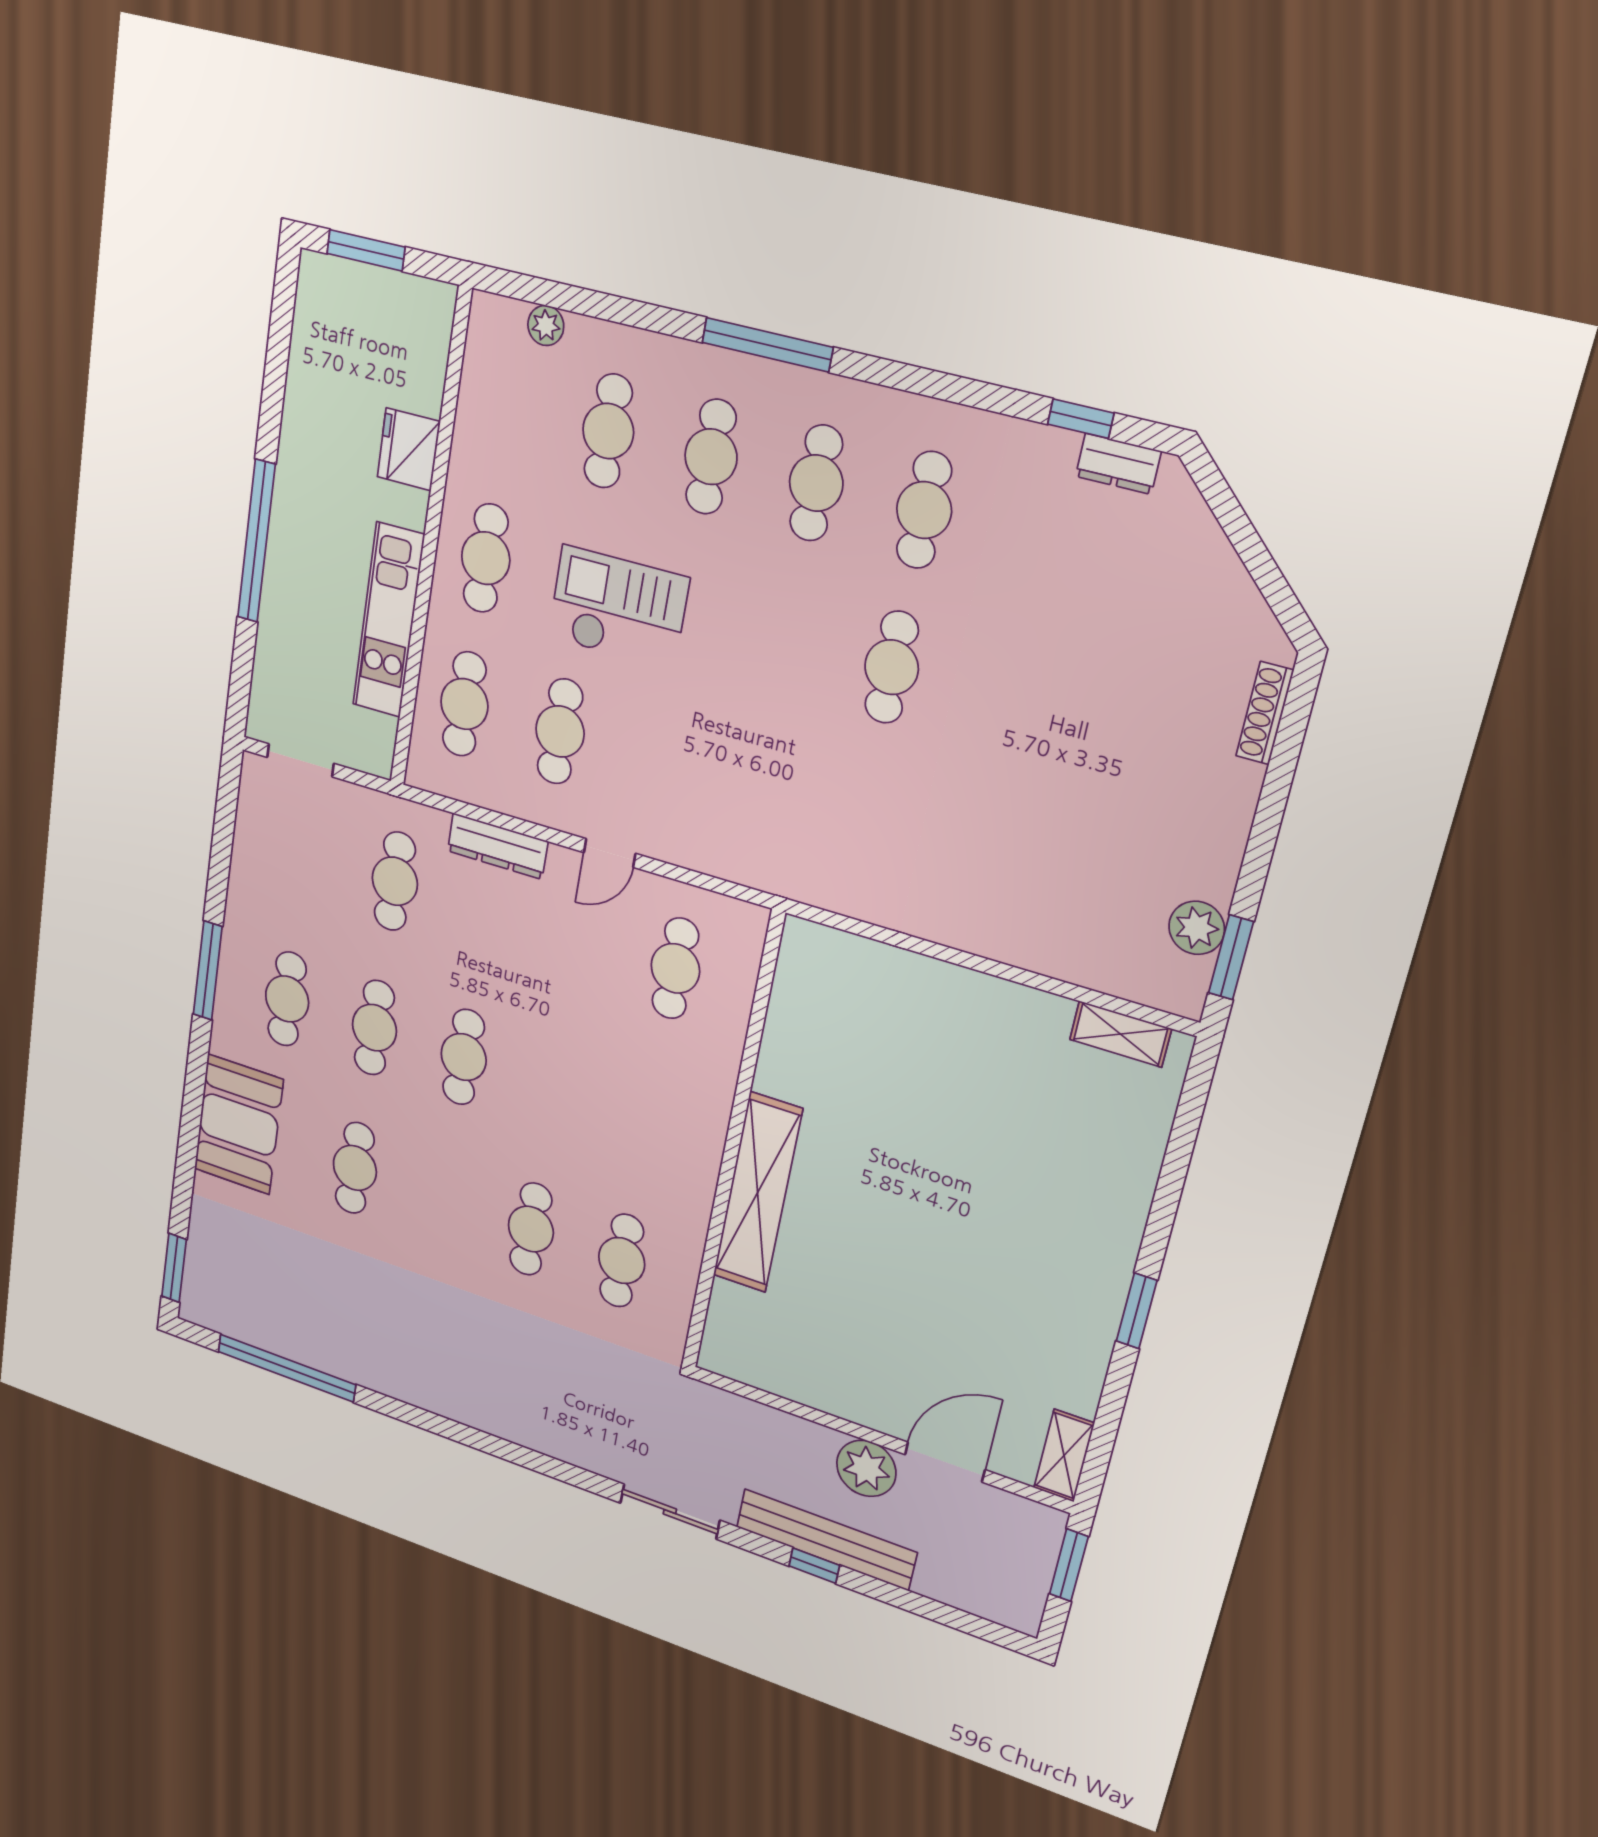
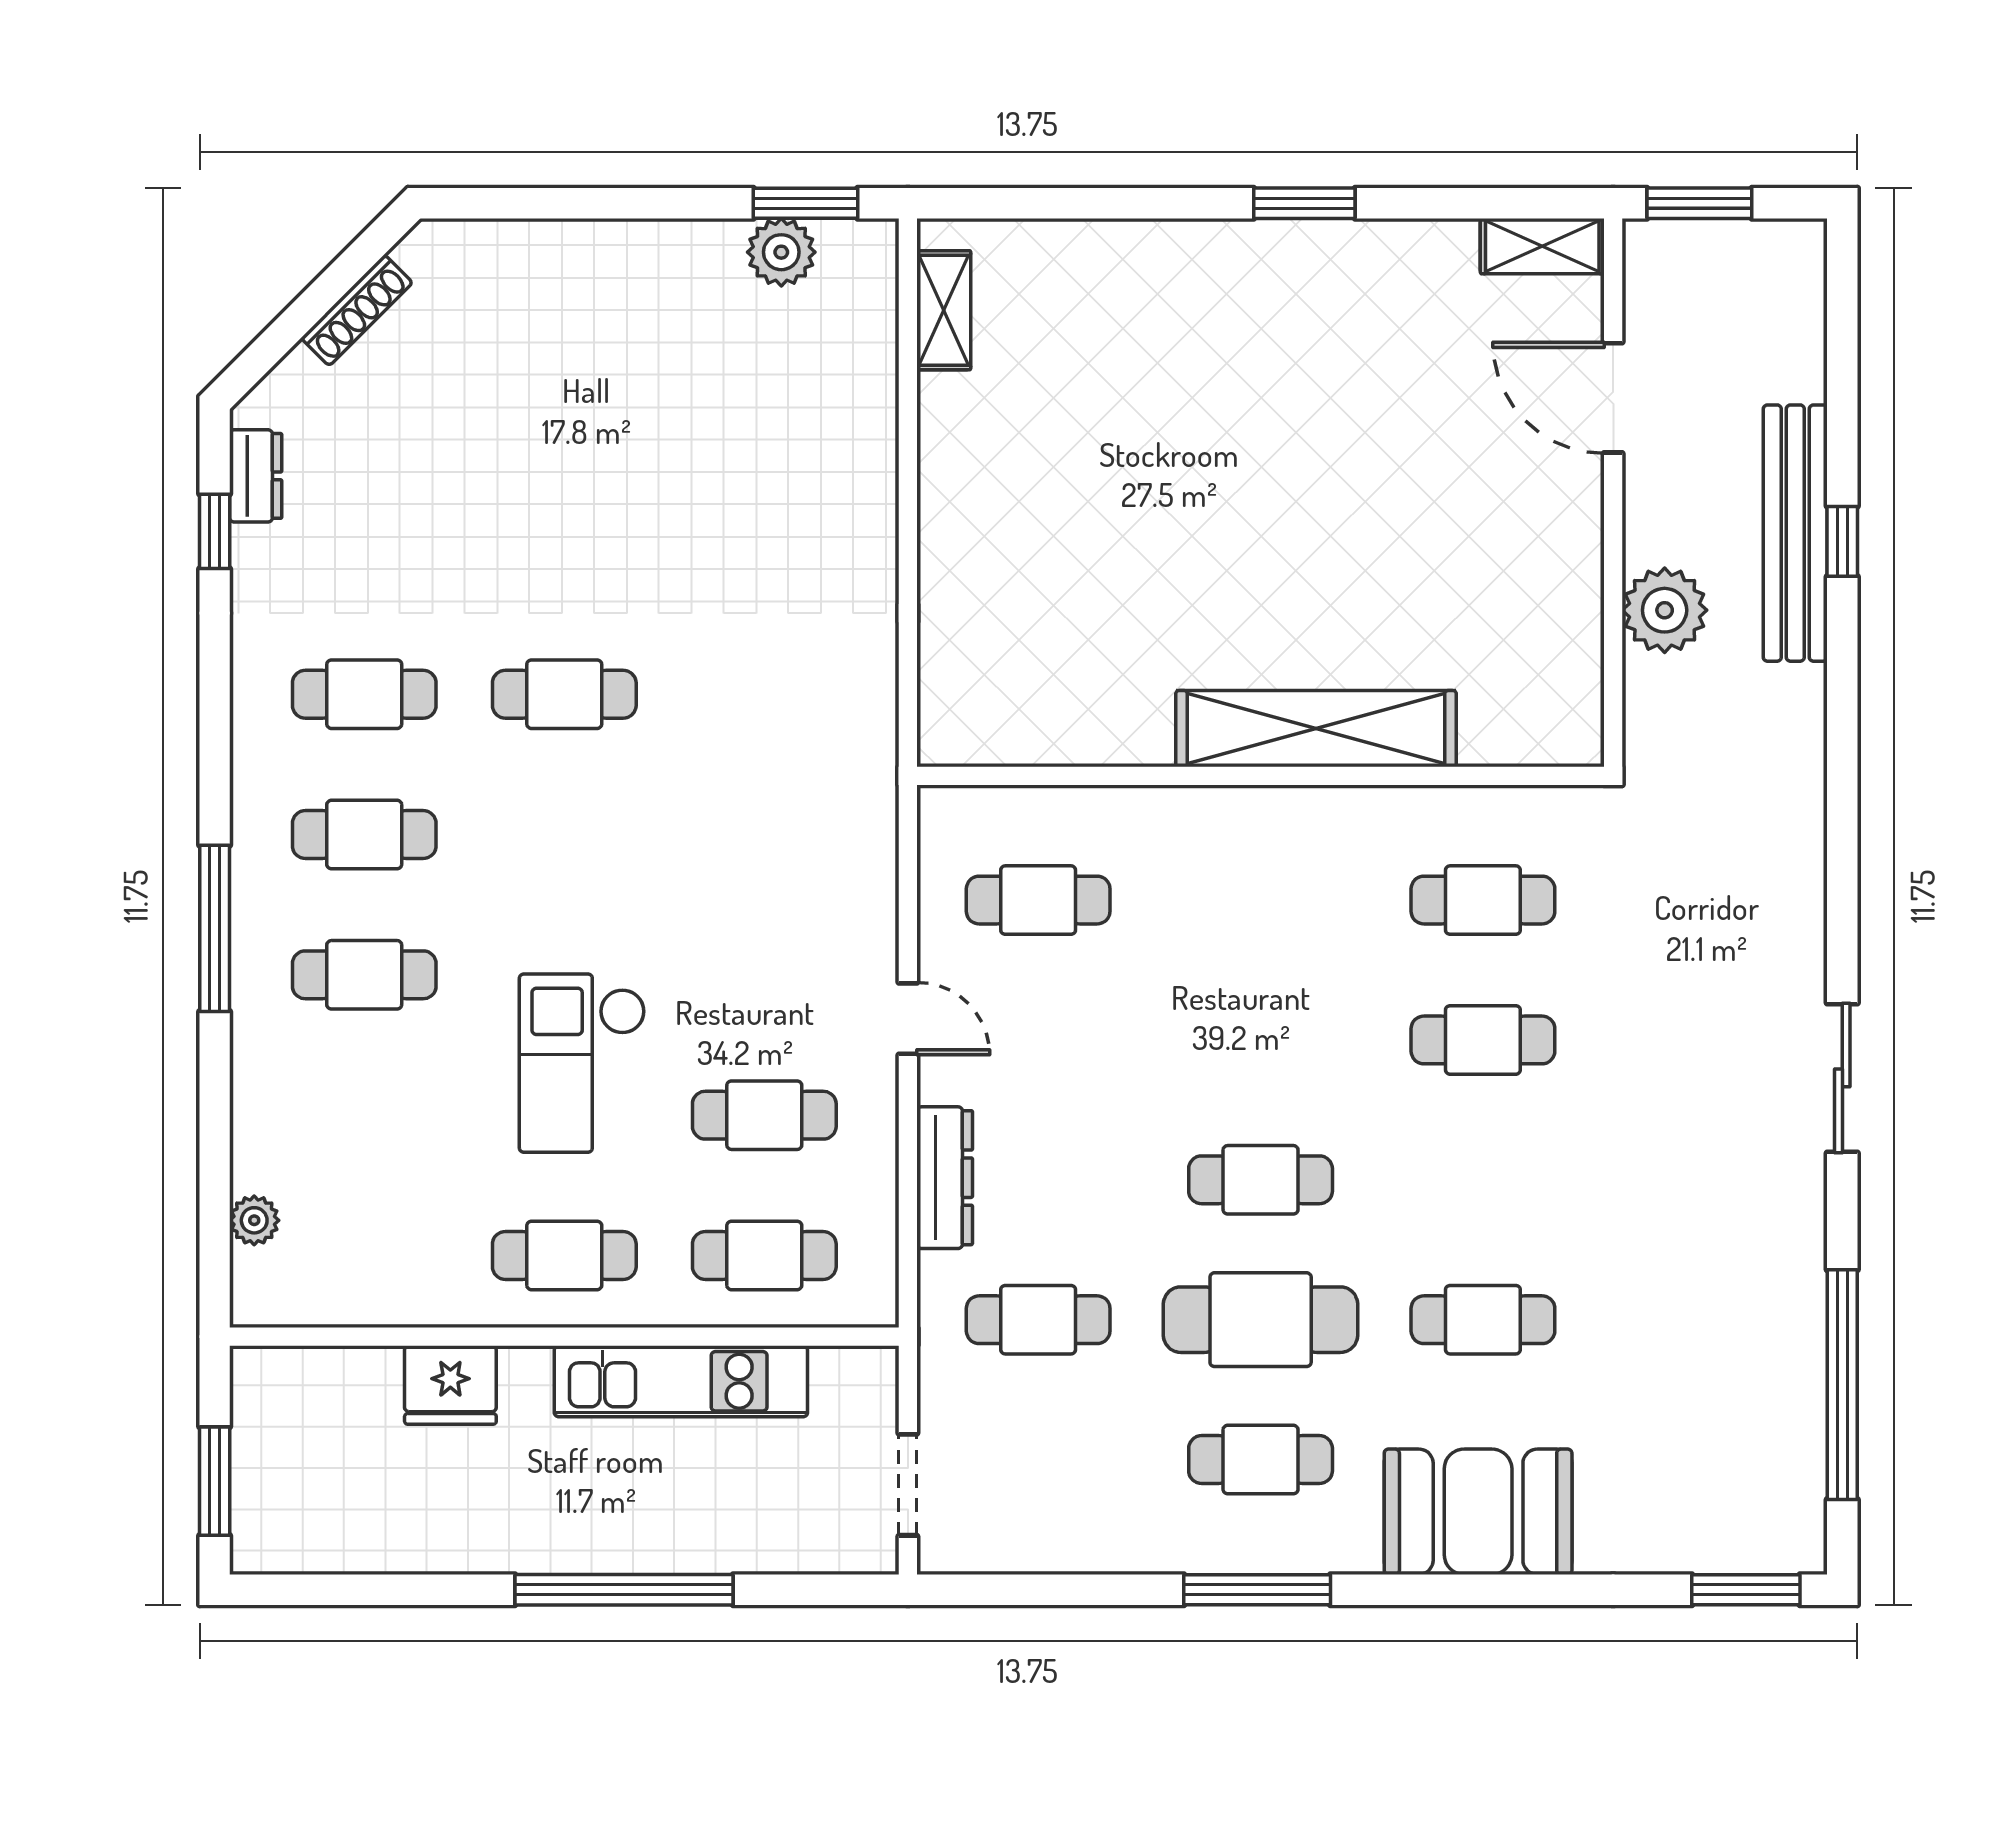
cafe table: (608, 431) -> (364, 1115), removed
shoe rack: (1265, 713) -> (357, 310), moved, turned -45
cafe table: (374, 1028) -> (1261, 1320), width x1.37, depth x1.35
plant: (866, 1468) -> (1665, 610), moved
sliding door: (670, 1512) -> (1842, 1078), moved

